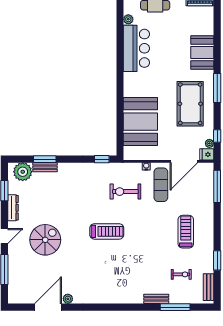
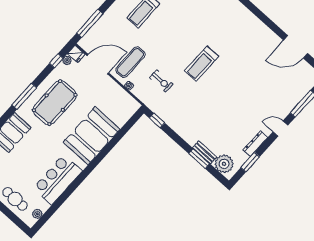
plant: (128, 19) -> (37, 214), moved
booth: (140, 122) -> (92, 136), moved
exercise bike: (125, 192) -> (161, 81), width x0.73, depth x0.72
treadmill: (107, 231) -> (202, 64), turned -90
spiral stairs: (45, 240) -> (253, 98), removed
plant: (68, 299) -> (275, 40), removed

